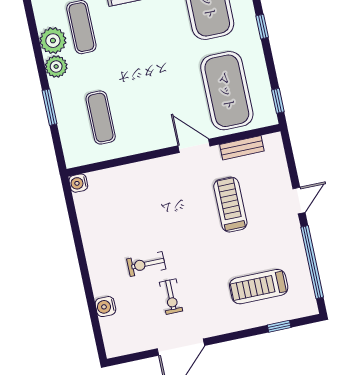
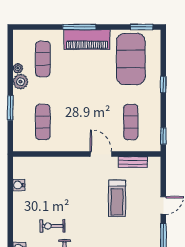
plant: (53, 41) -> (18, 68), width x0.53, depth x0.53
exercise mat: (227, 91) -> (131, 122), width x0.50, depth x0.69
water cooler: (78, 183) -> (19, 185), moved
treadmill: (230, 205) -> (117, 198), turned 180

